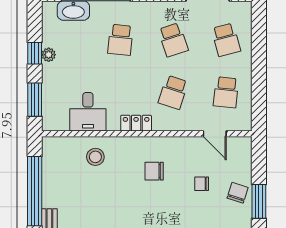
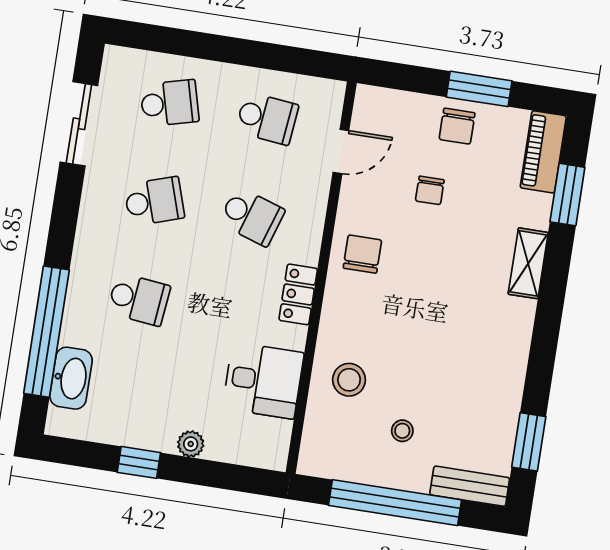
plant: (49, 55) -> (191, 444), moved
window: (35, 100) -> (225, 476), removed
chair: (154, 171) -> (362, 254), moved, turned 180
stool: (73, 189) -> (402, 431), added
chair: (238, 193) -> (457, 126), turned -108

